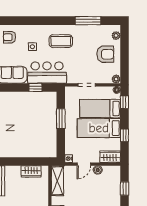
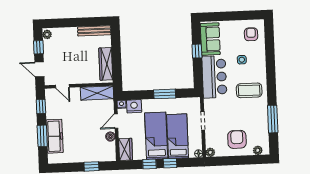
coffee table: (61, 41) -> (249, 90), turned 90
armchair: (105, 54) -> (237, 139), turned 180
window: (35, 87) -> (197, 51), moved
window: (124, 102) -> (170, 163), moved
nightstand: (71, 147) -> (134, 106), added
door: (84, 164) -> (116, 121), hinge flipped
wardrobe: (31, 171) -> (106, 64), width x1.50

